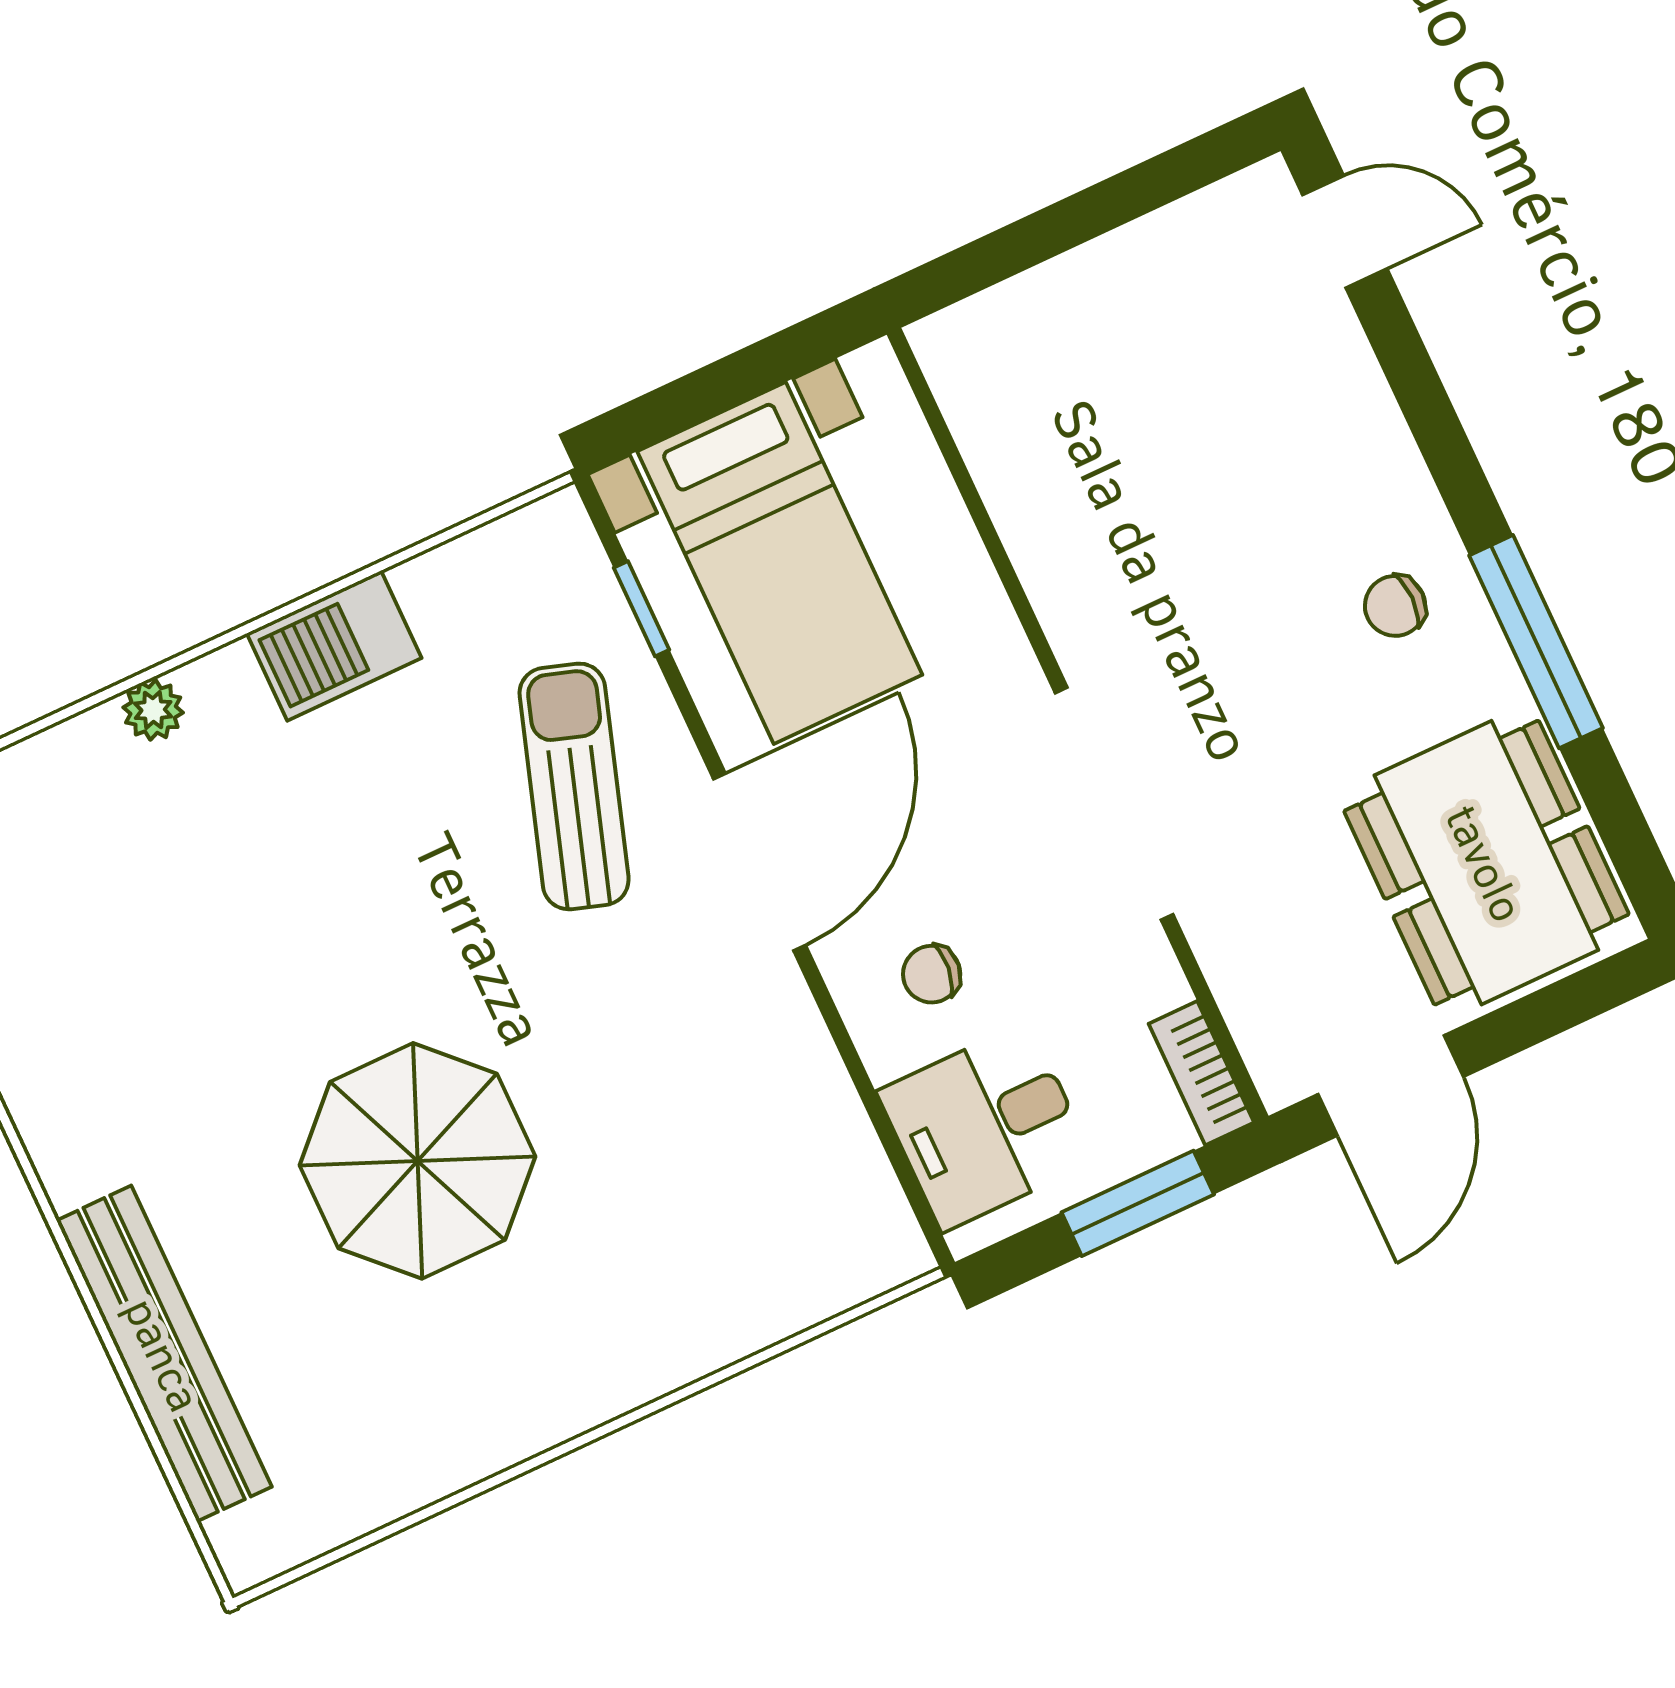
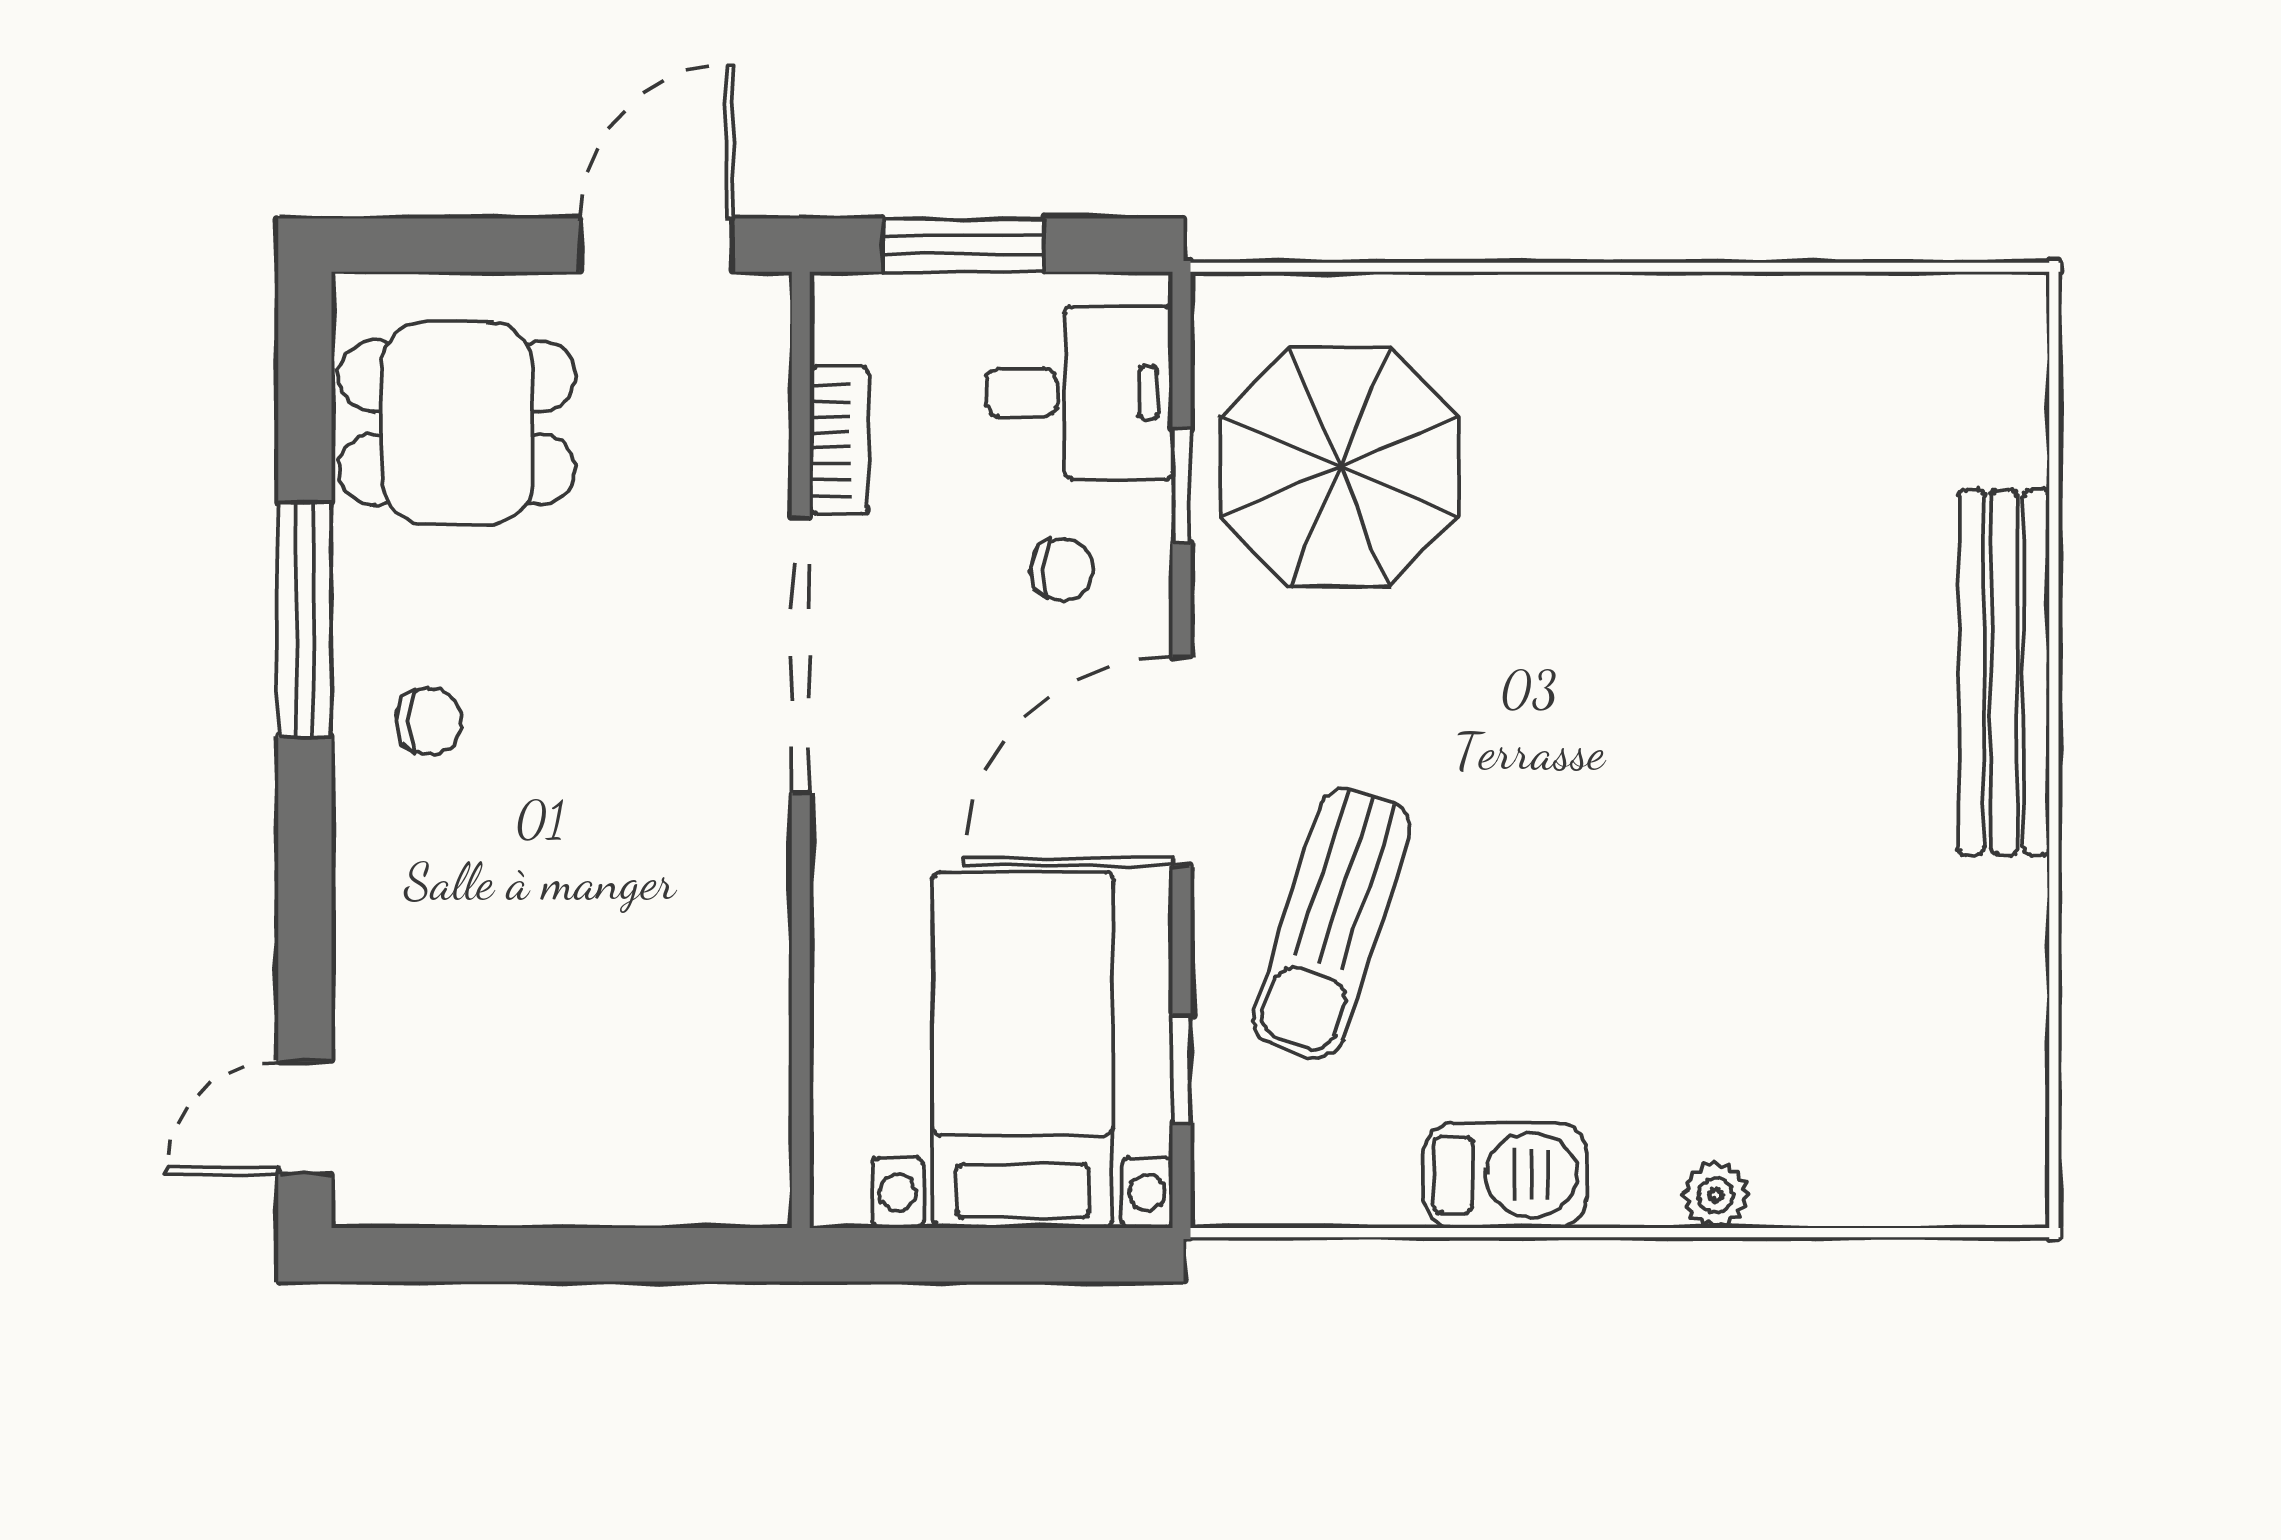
door: (1345, 232) -> (305, 1118), hinge flipped
dining table: (1486, 863) -> (457, 423), width x0.73
bookcase: (1201, 1073) -> (839, 440), moved
window: (866, 1090) -> (1182, 485), added
parasol: (418, 1161) -> (1340, 467), moved
bench: (164, 1354) -> (2004, 672), moved

